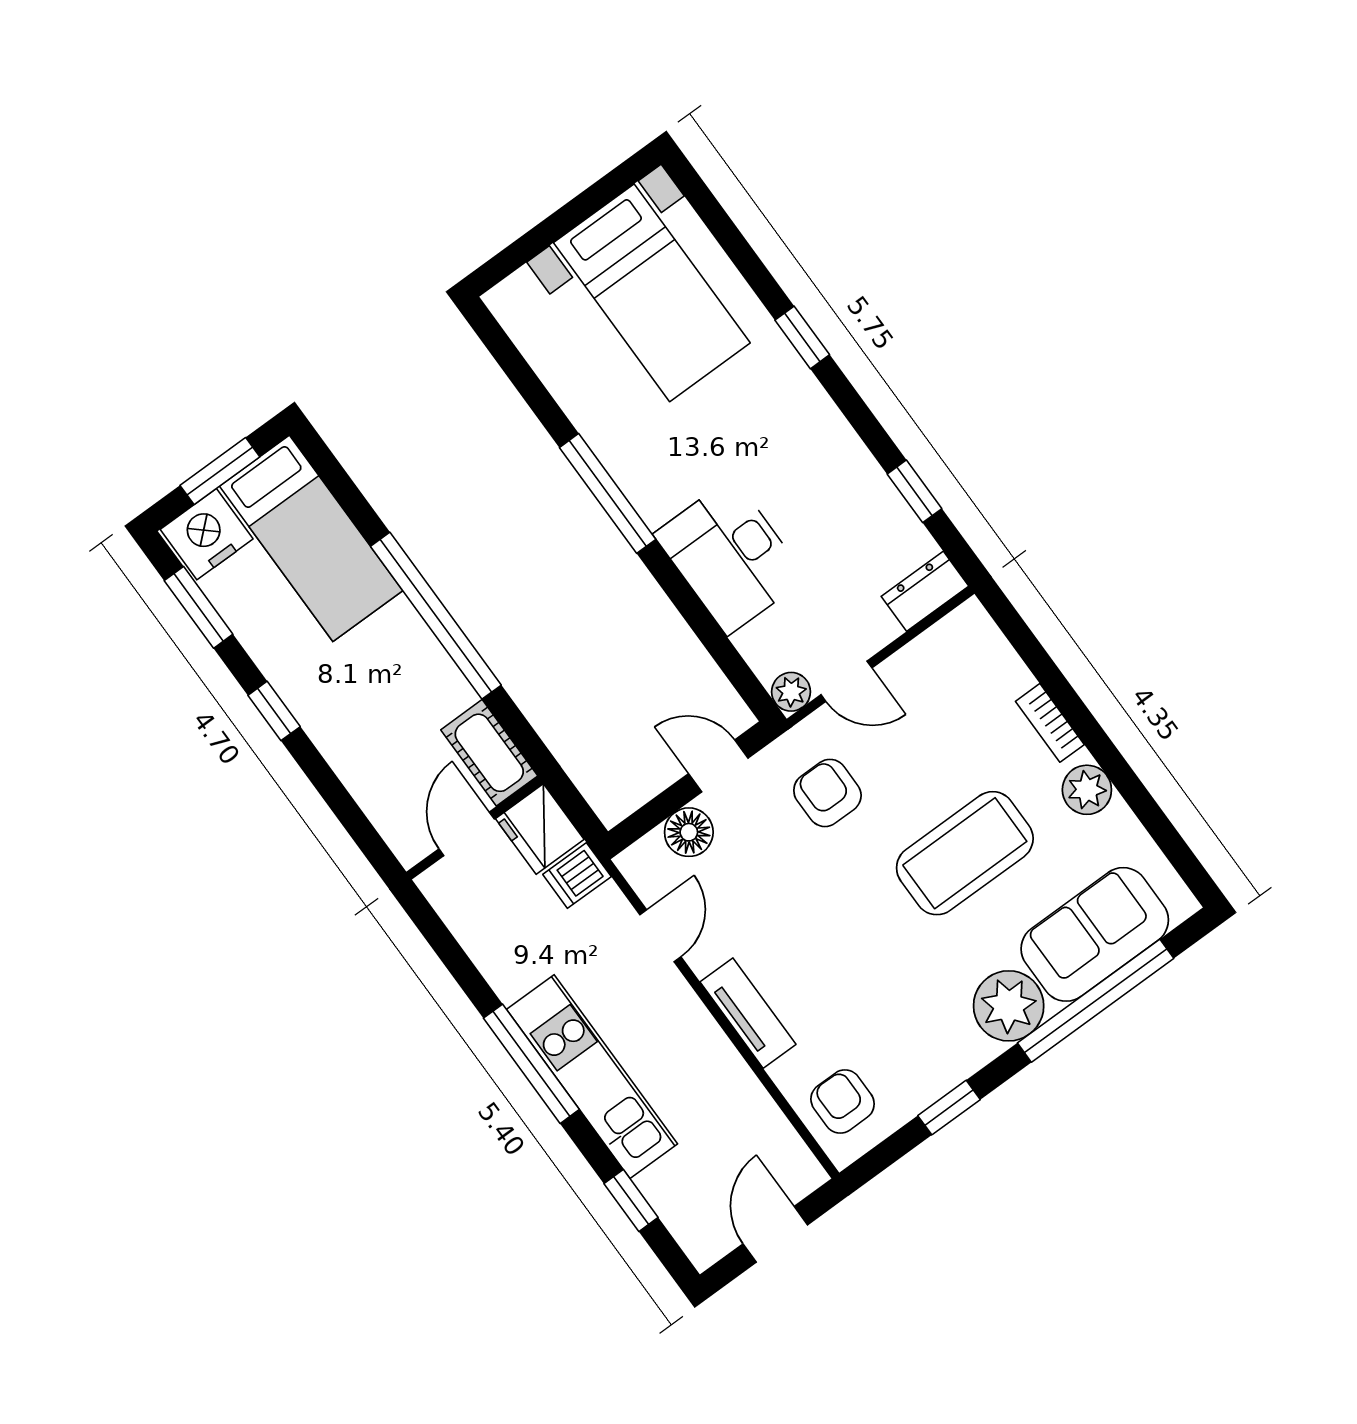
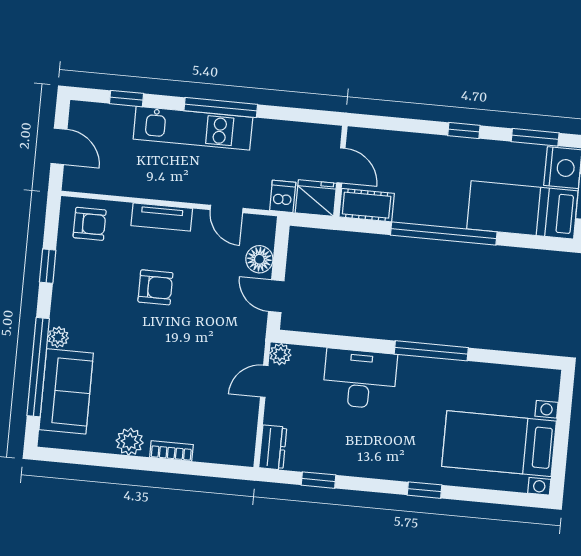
door: (718, 766) -> (276, 296), swing flipped
armchair: (827, 793) -> (155, 287), moved
coffee table: (965, 853) -> (148, 367), removed
plant: (1009, 1006) -> (58, 337), width x0.53, depth x0.53

